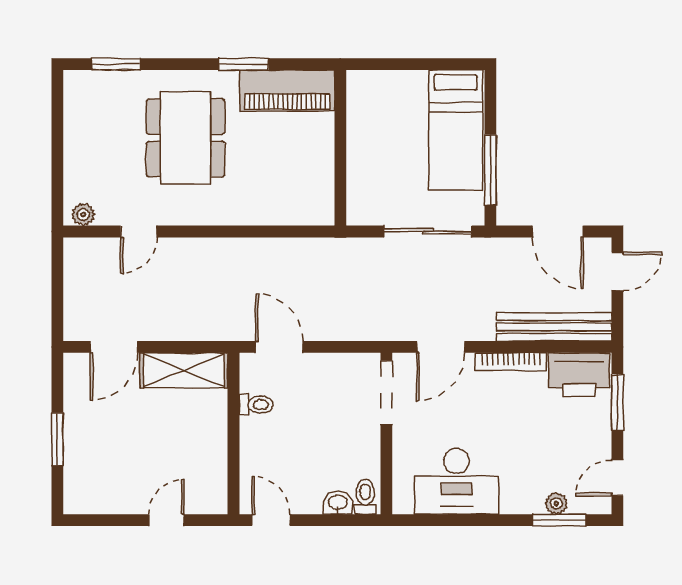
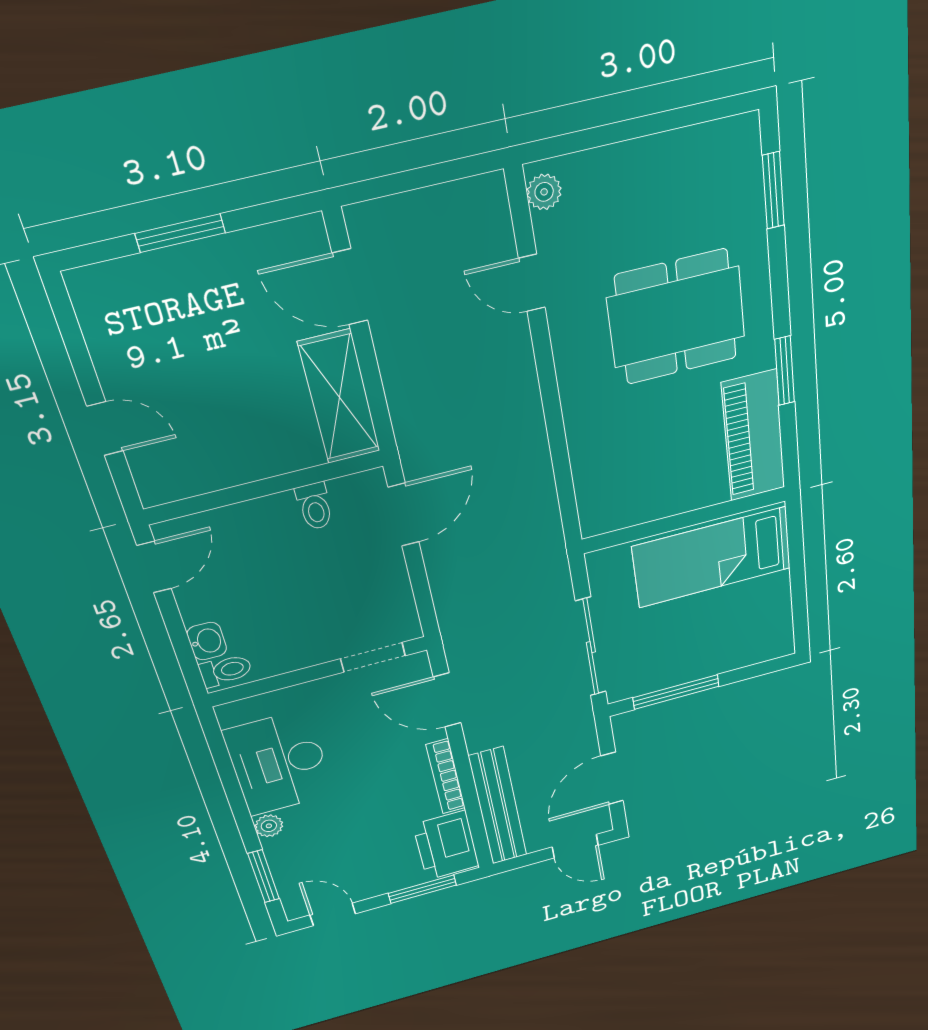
bed: (456, 130) -> (712, 557), moved
doorway: (386, 393) -> (373, 657), width x0.73
plant: (556, 503) -> (269, 826), moved

